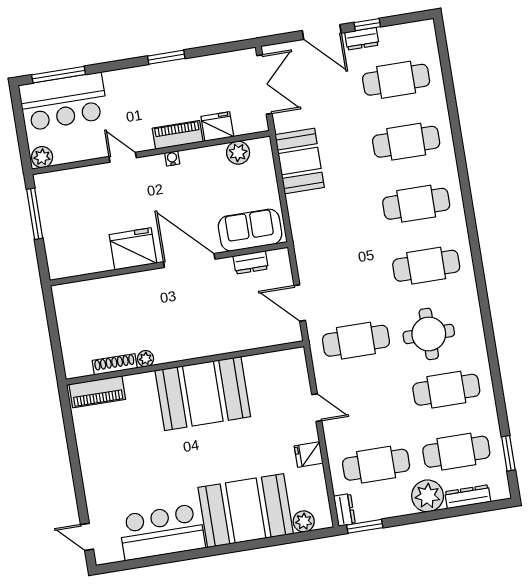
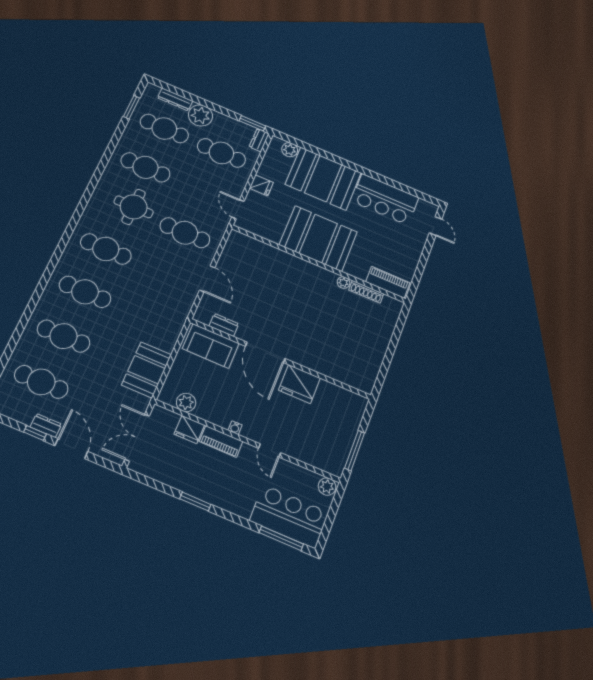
plant: (146, 359) -> (343, 283), moved
wall: (185, 363) -> (319, 264), moved
shoe rack: (115, 364) -> (366, 292), moved
piano: (97, 392) -> (388, 282), moved
booth: (203, 393) -> (318, 238), moved

